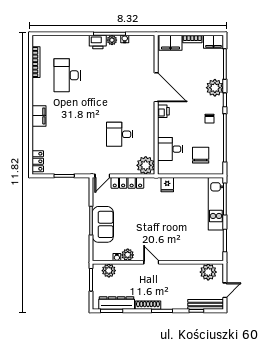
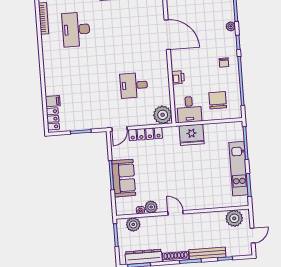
plant: (215, 88) -> (231, 26), width x0.53, depth x0.53
printer: (163, 111) -> (178, 77), moved
filing cabinet: (39, 116) -> (53, 101), moved, width x0.50
desk: (170, 149) -> (189, 109), moved, turned -90
fridge: (167, 185) -> (192, 135), width x1.88, depth x1.34
kitchen unit: (216, 204) -> (238, 169), moved
bench: (206, 304) -> (207, 253), moved

